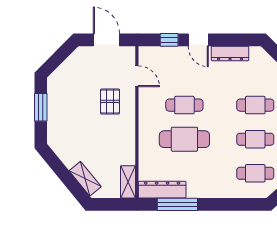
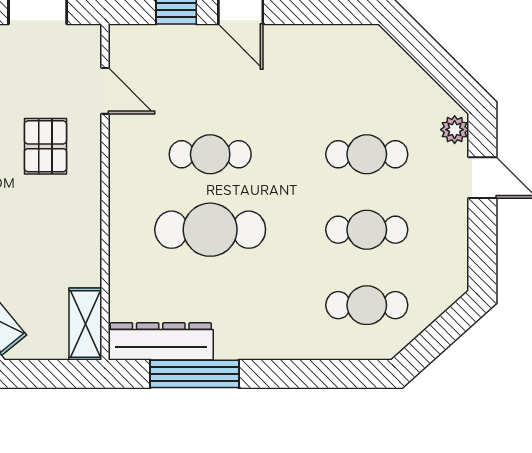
dresser: (230, 53) -> (311, 40), removed

